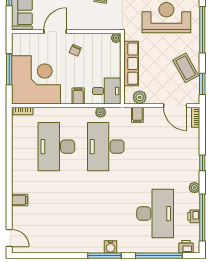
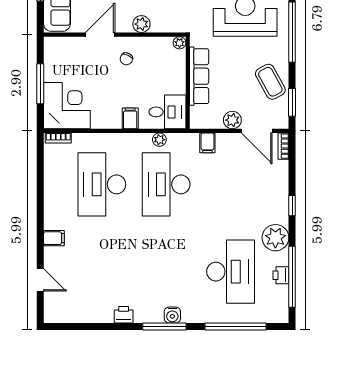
plant: (87, 24) -> (141, 24), added
corner desk: (36, 80) -> (67, 106), width x0.74, depth x0.74
plant: (140, 97) -> (232, 120), moved
plant: (194, 188) -> (275, 238), width x1.88, depth x1.88
filing cabinet: (20, 200) -> (54, 238), moved
door: (9, 238) -> (40, 280), moved
printer: (186, 247) -> (124, 315), moved

